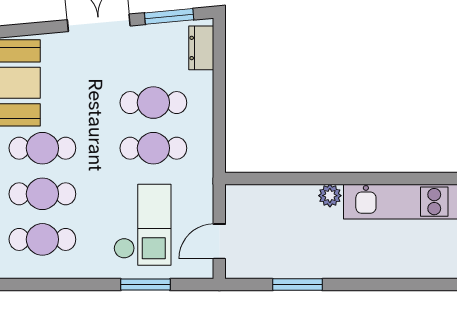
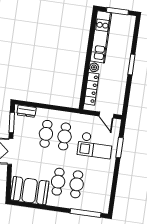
locker: (277, 197) -> (92, 89), added
checkout: (142, 225) -> (95, 145), turned 180
cafe table: (42, 239) -> (95, 187), removed
window: (297, 285) -> (131, 64), moved

